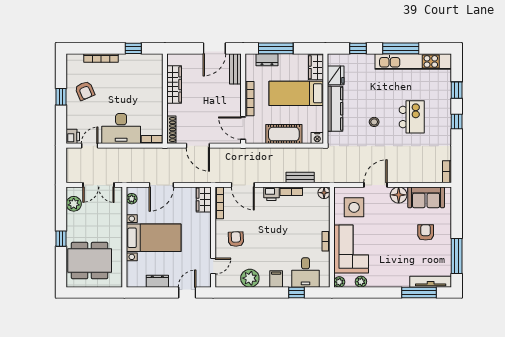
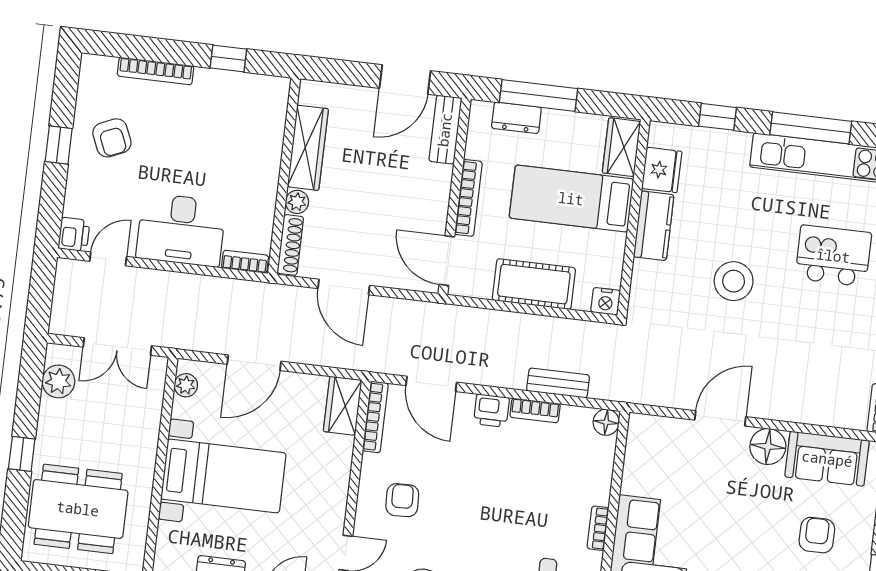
kitchen counter: (335, 109) -> (654, 226), width x0.67
plant: (172, 110) -> (297, 202), added
kitchen island: (412, 117) -> (833, 256), moved, turned -90
stool: (374, 122) -> (734, 281), width x1.89, depth x1.89
side table: (354, 207) -> (668, 462), removed

